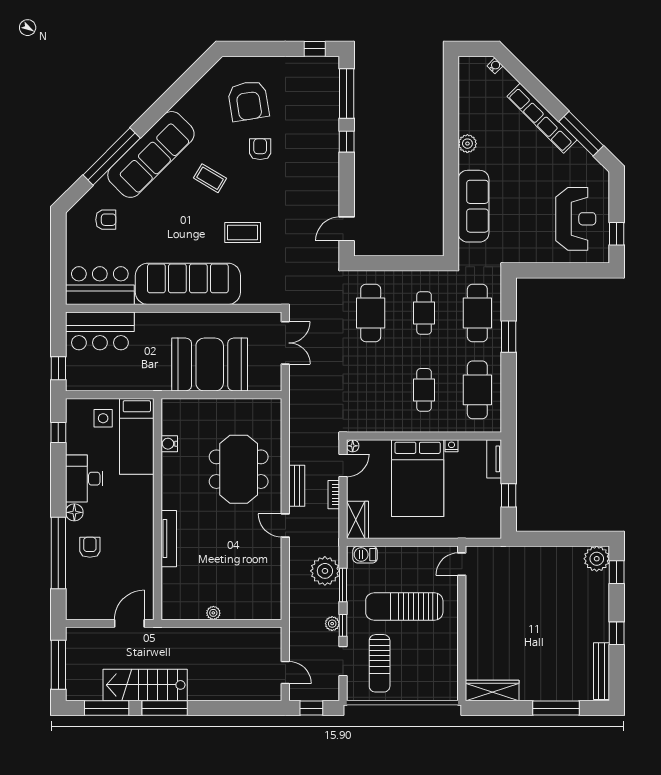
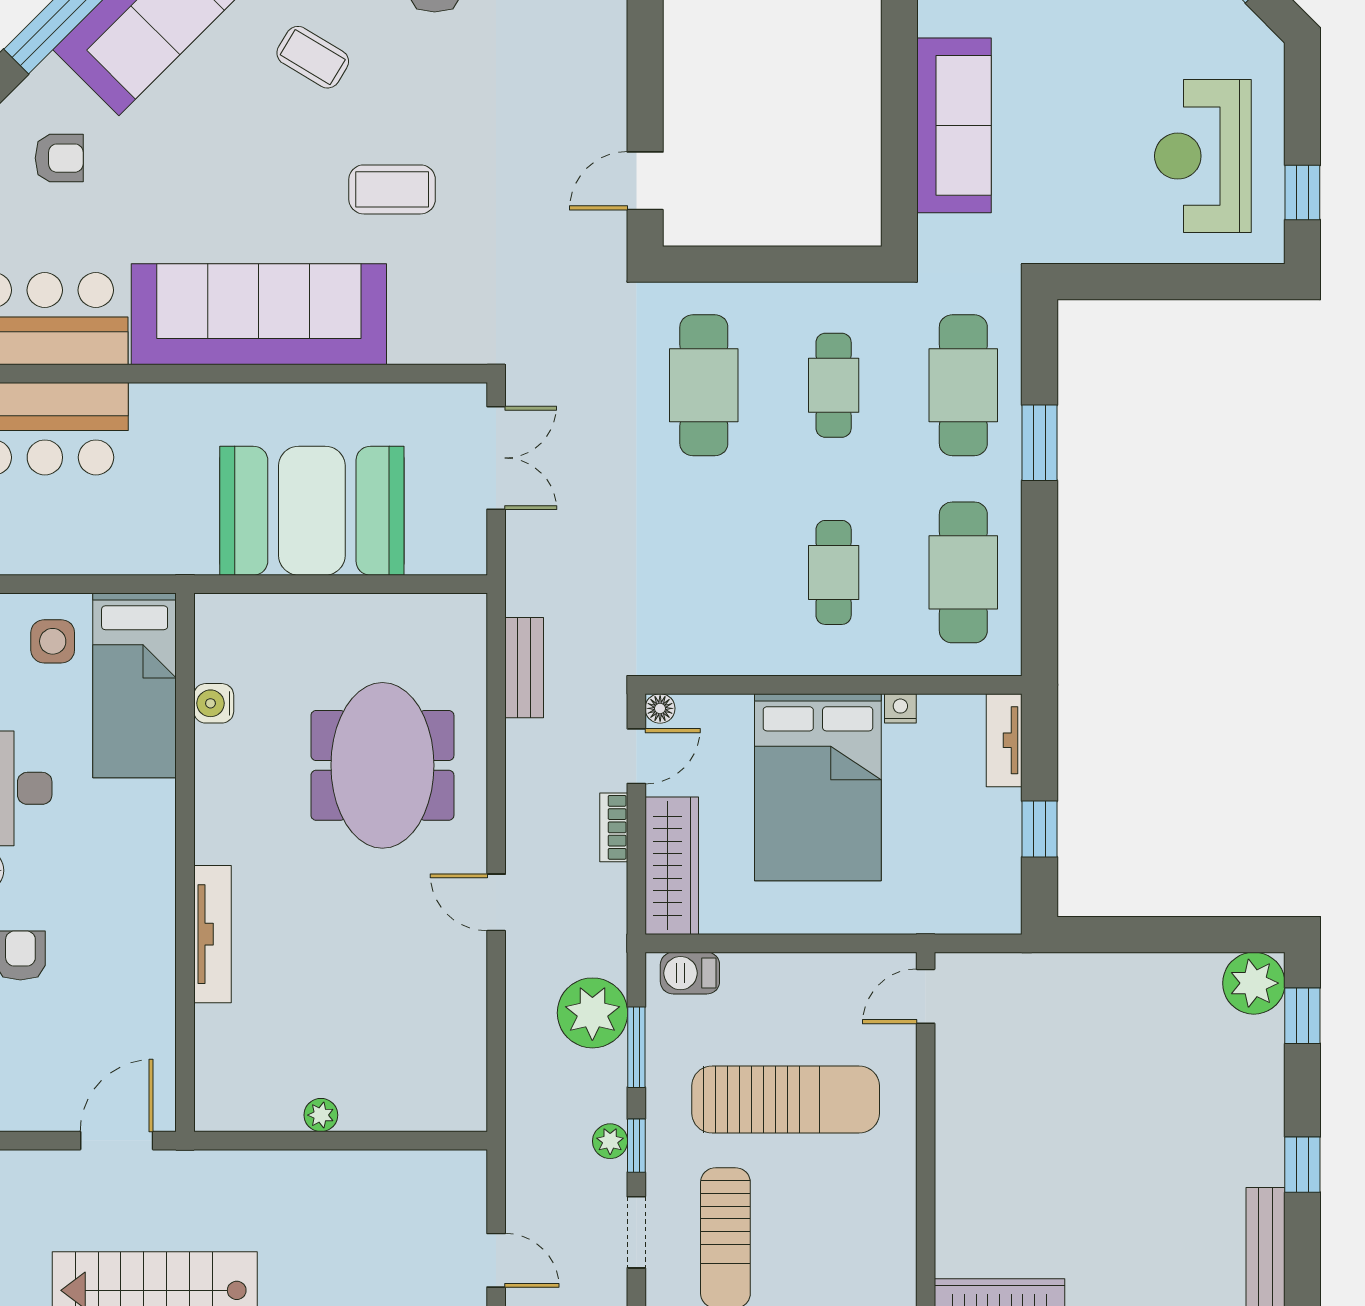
reception desk: (576, 219) -> (1203, 156), turned 180
bench: (297, 486) -> (524, 668), moved
wardrobe: (358, 520) -> (672, 866), width x1.50
sun lounger: (404, 607) -> (786, 1100), turned 180

